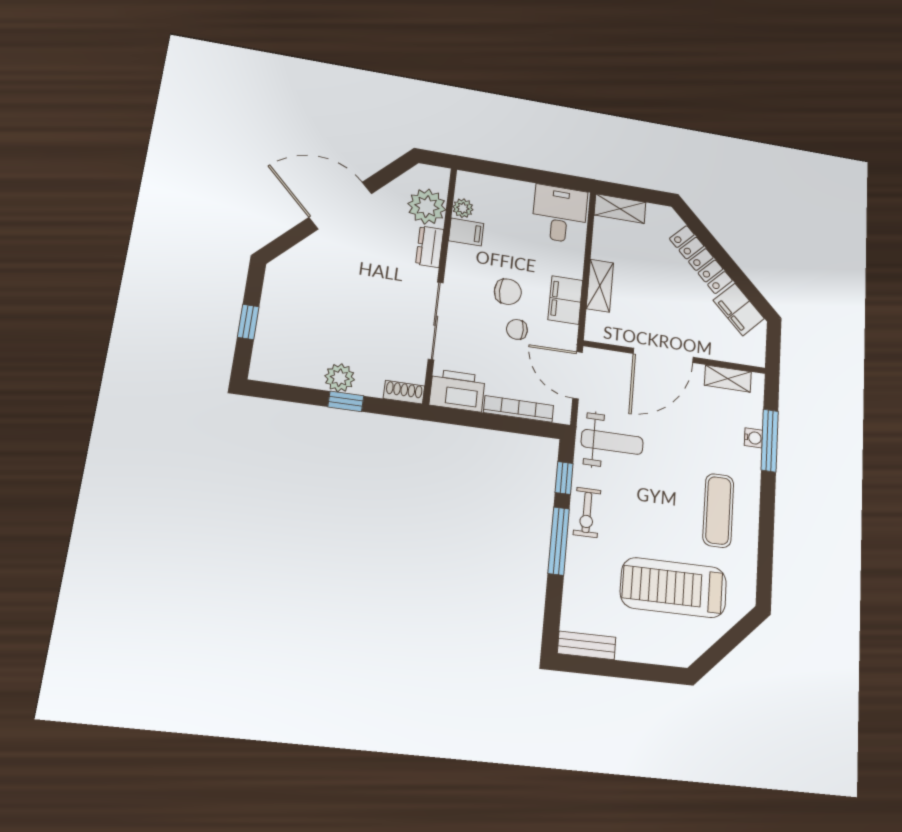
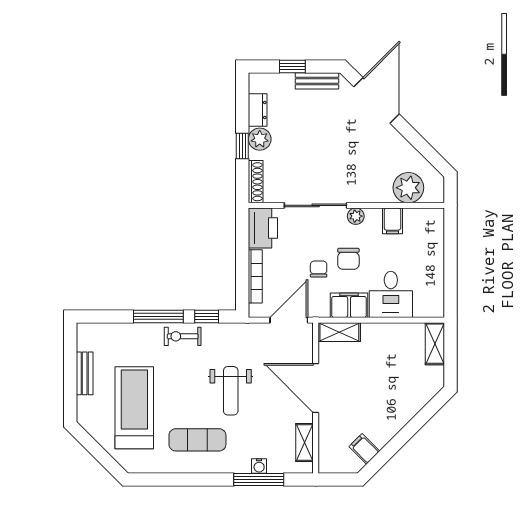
door: (340, 205) -> (377, 100), moved
plant: (463, 208) -> (356, 216), moved
desk: (560, 214) -> (391, 294), moved, turned 90
dresser: (430, 247) -> (258, 110), moved, turned 90
locker: (701, 260) -> (402, 415), removed
shelving: (600, 286) -> (339, 332), moved
bench: (273, 294) -> (317, 81), added
filing cabinet: (739, 309) -> (364, 449), width x0.50
shoe rack: (404, 392) -> (256, 182), width x1.43
weight bench: (612, 442) -> (231, 391), moved
bench: (587, 645) -> (85, 373), moved

